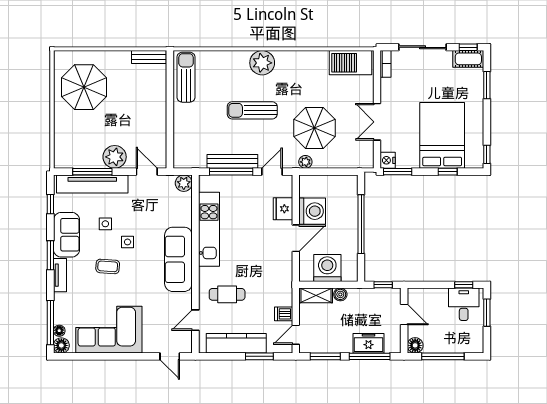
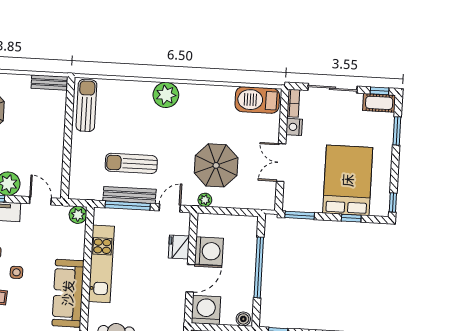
sun lounger: (252, 110) -> (131, 163), moved
nightstand: (388, 160) -> (294, 127), moved
washing machine: (327, 268) -> (206, 310), moved
boiler: (349, 275) -> (243, 319), added

